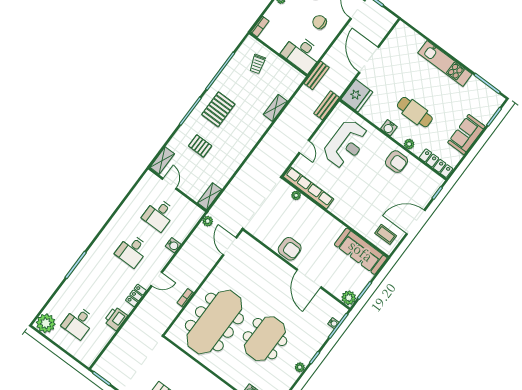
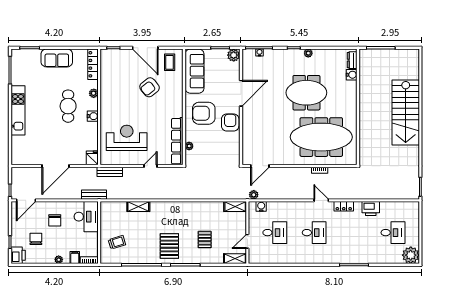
filing cabinet: (272, 15) -> (75, 258), added
fridge: (357, 96) -> (92, 158), width x0.53, depth x0.75
pallet: (218, 109) -> (169, 246), turned 90
armchair: (397, 162) -> (150, 87), moved, turned -128
armchair: (316, 231) -> (204, 113), added
water cooler: (173, 245) -> (261, 206), moved

